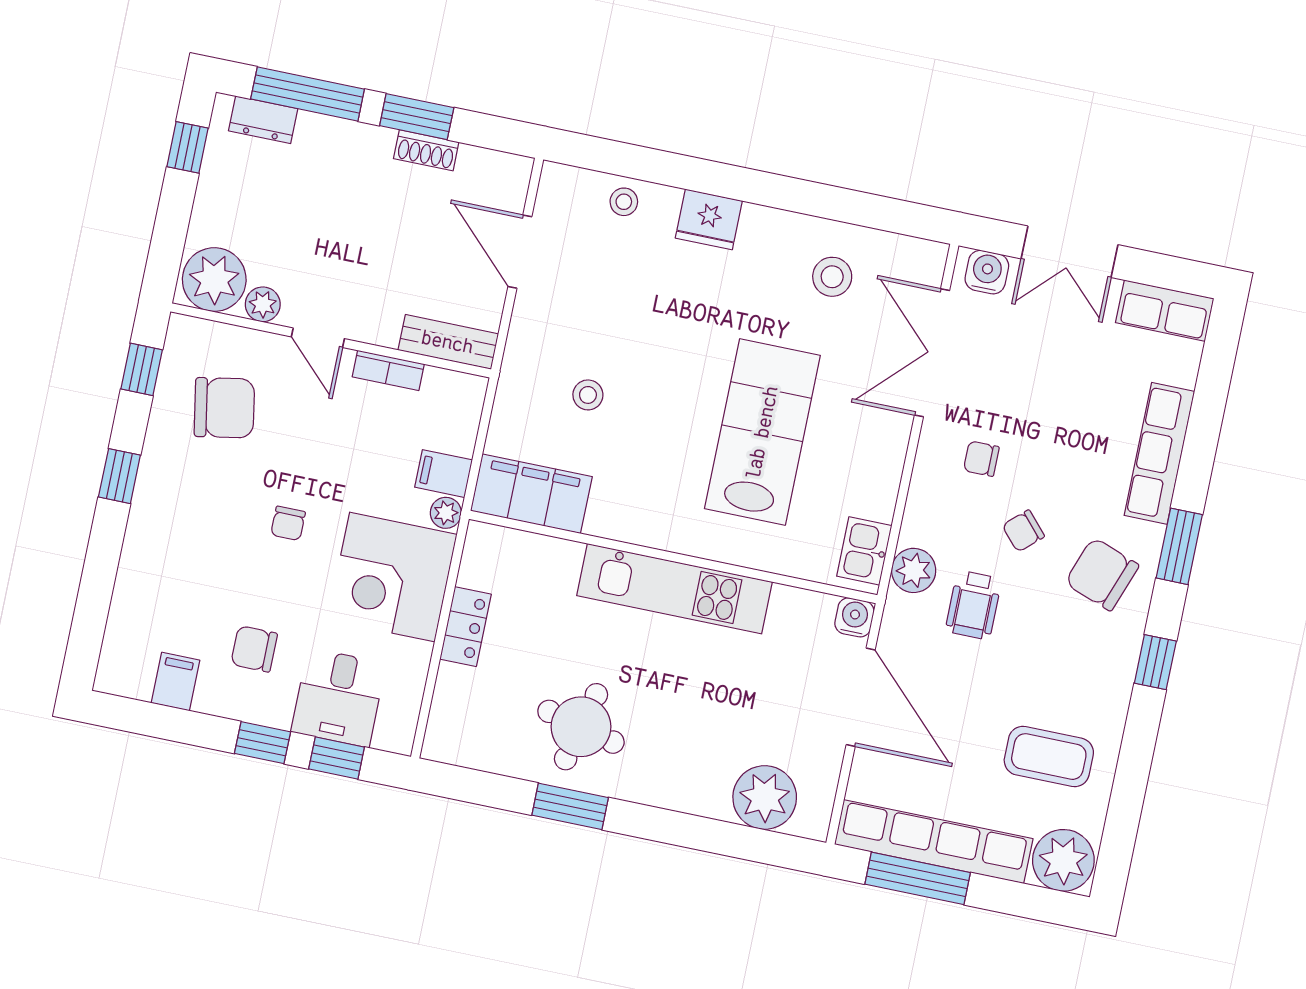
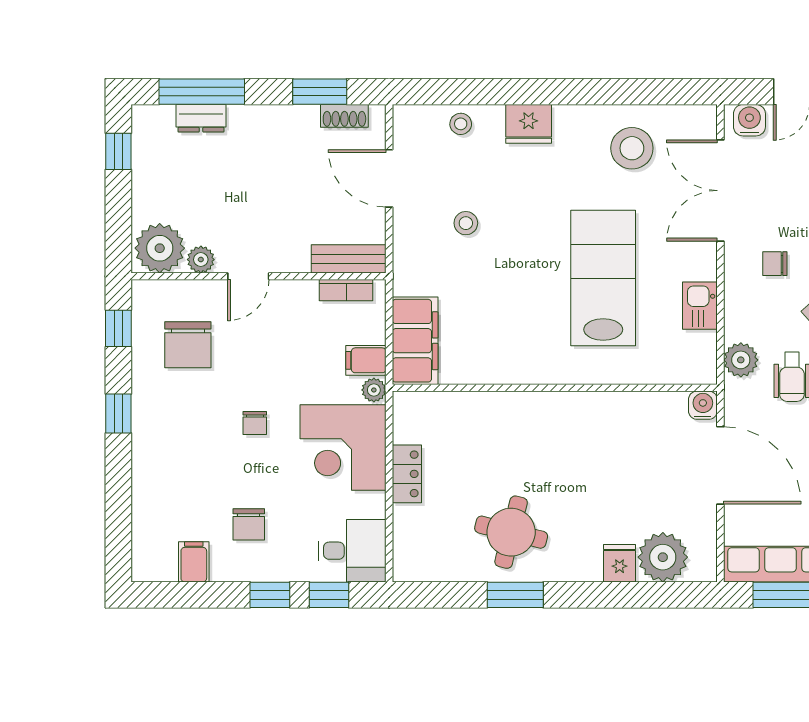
window: (417, 117) -> (320, 92), moved
dresser: (263, 120) -> (201, 118), moved
shoe rack: (426, 150) -> (344, 116), moved
stool: (832, 277) -> (632, 148), width x1.38, depth x1.38
door: (318, 338) -> (248, 276), hinge flipped
bookcase: (388, 370) -> (346, 290), moved
stool: (588, 395) -> (466, 223), moved
chair: (224, 408) -> (188, 345), turned 100
filing cabinet: (531, 494) -> (415, 341), moved, turned 90
kitchen sink: (864, 551) -> (700, 306), moved
kitchen unit: (674, 589) -> (561, 412), removed
chair: (254, 649) -> (249, 524), turned -90
desk: (339, 698) -> (352, 551), moved, turned -90
fridge: (709, 794) -> (620, 563), added

